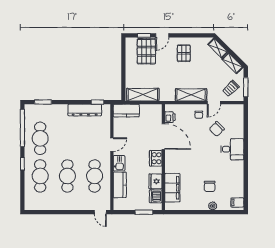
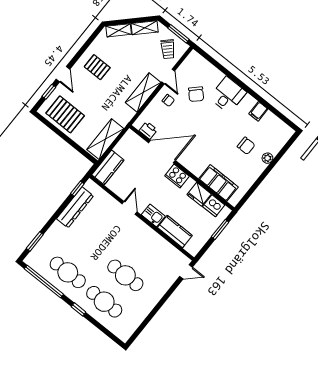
pallet: (146, 51) -> (65, 114), moved
cafe table: (95, 176) -> (147, 249), removed
filing cabinet: (237, 202) -> (258, 111), moved

